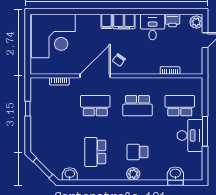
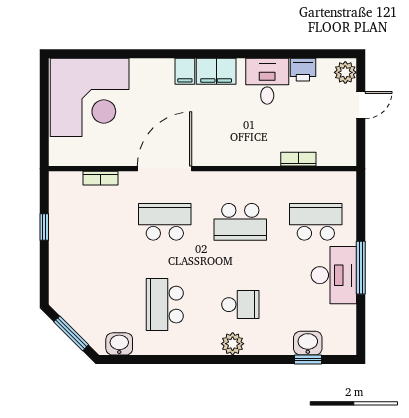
chair: (119, 60) -> (207, 140), removed
school desk: (138, 152) -> (240, 305), turned 180

